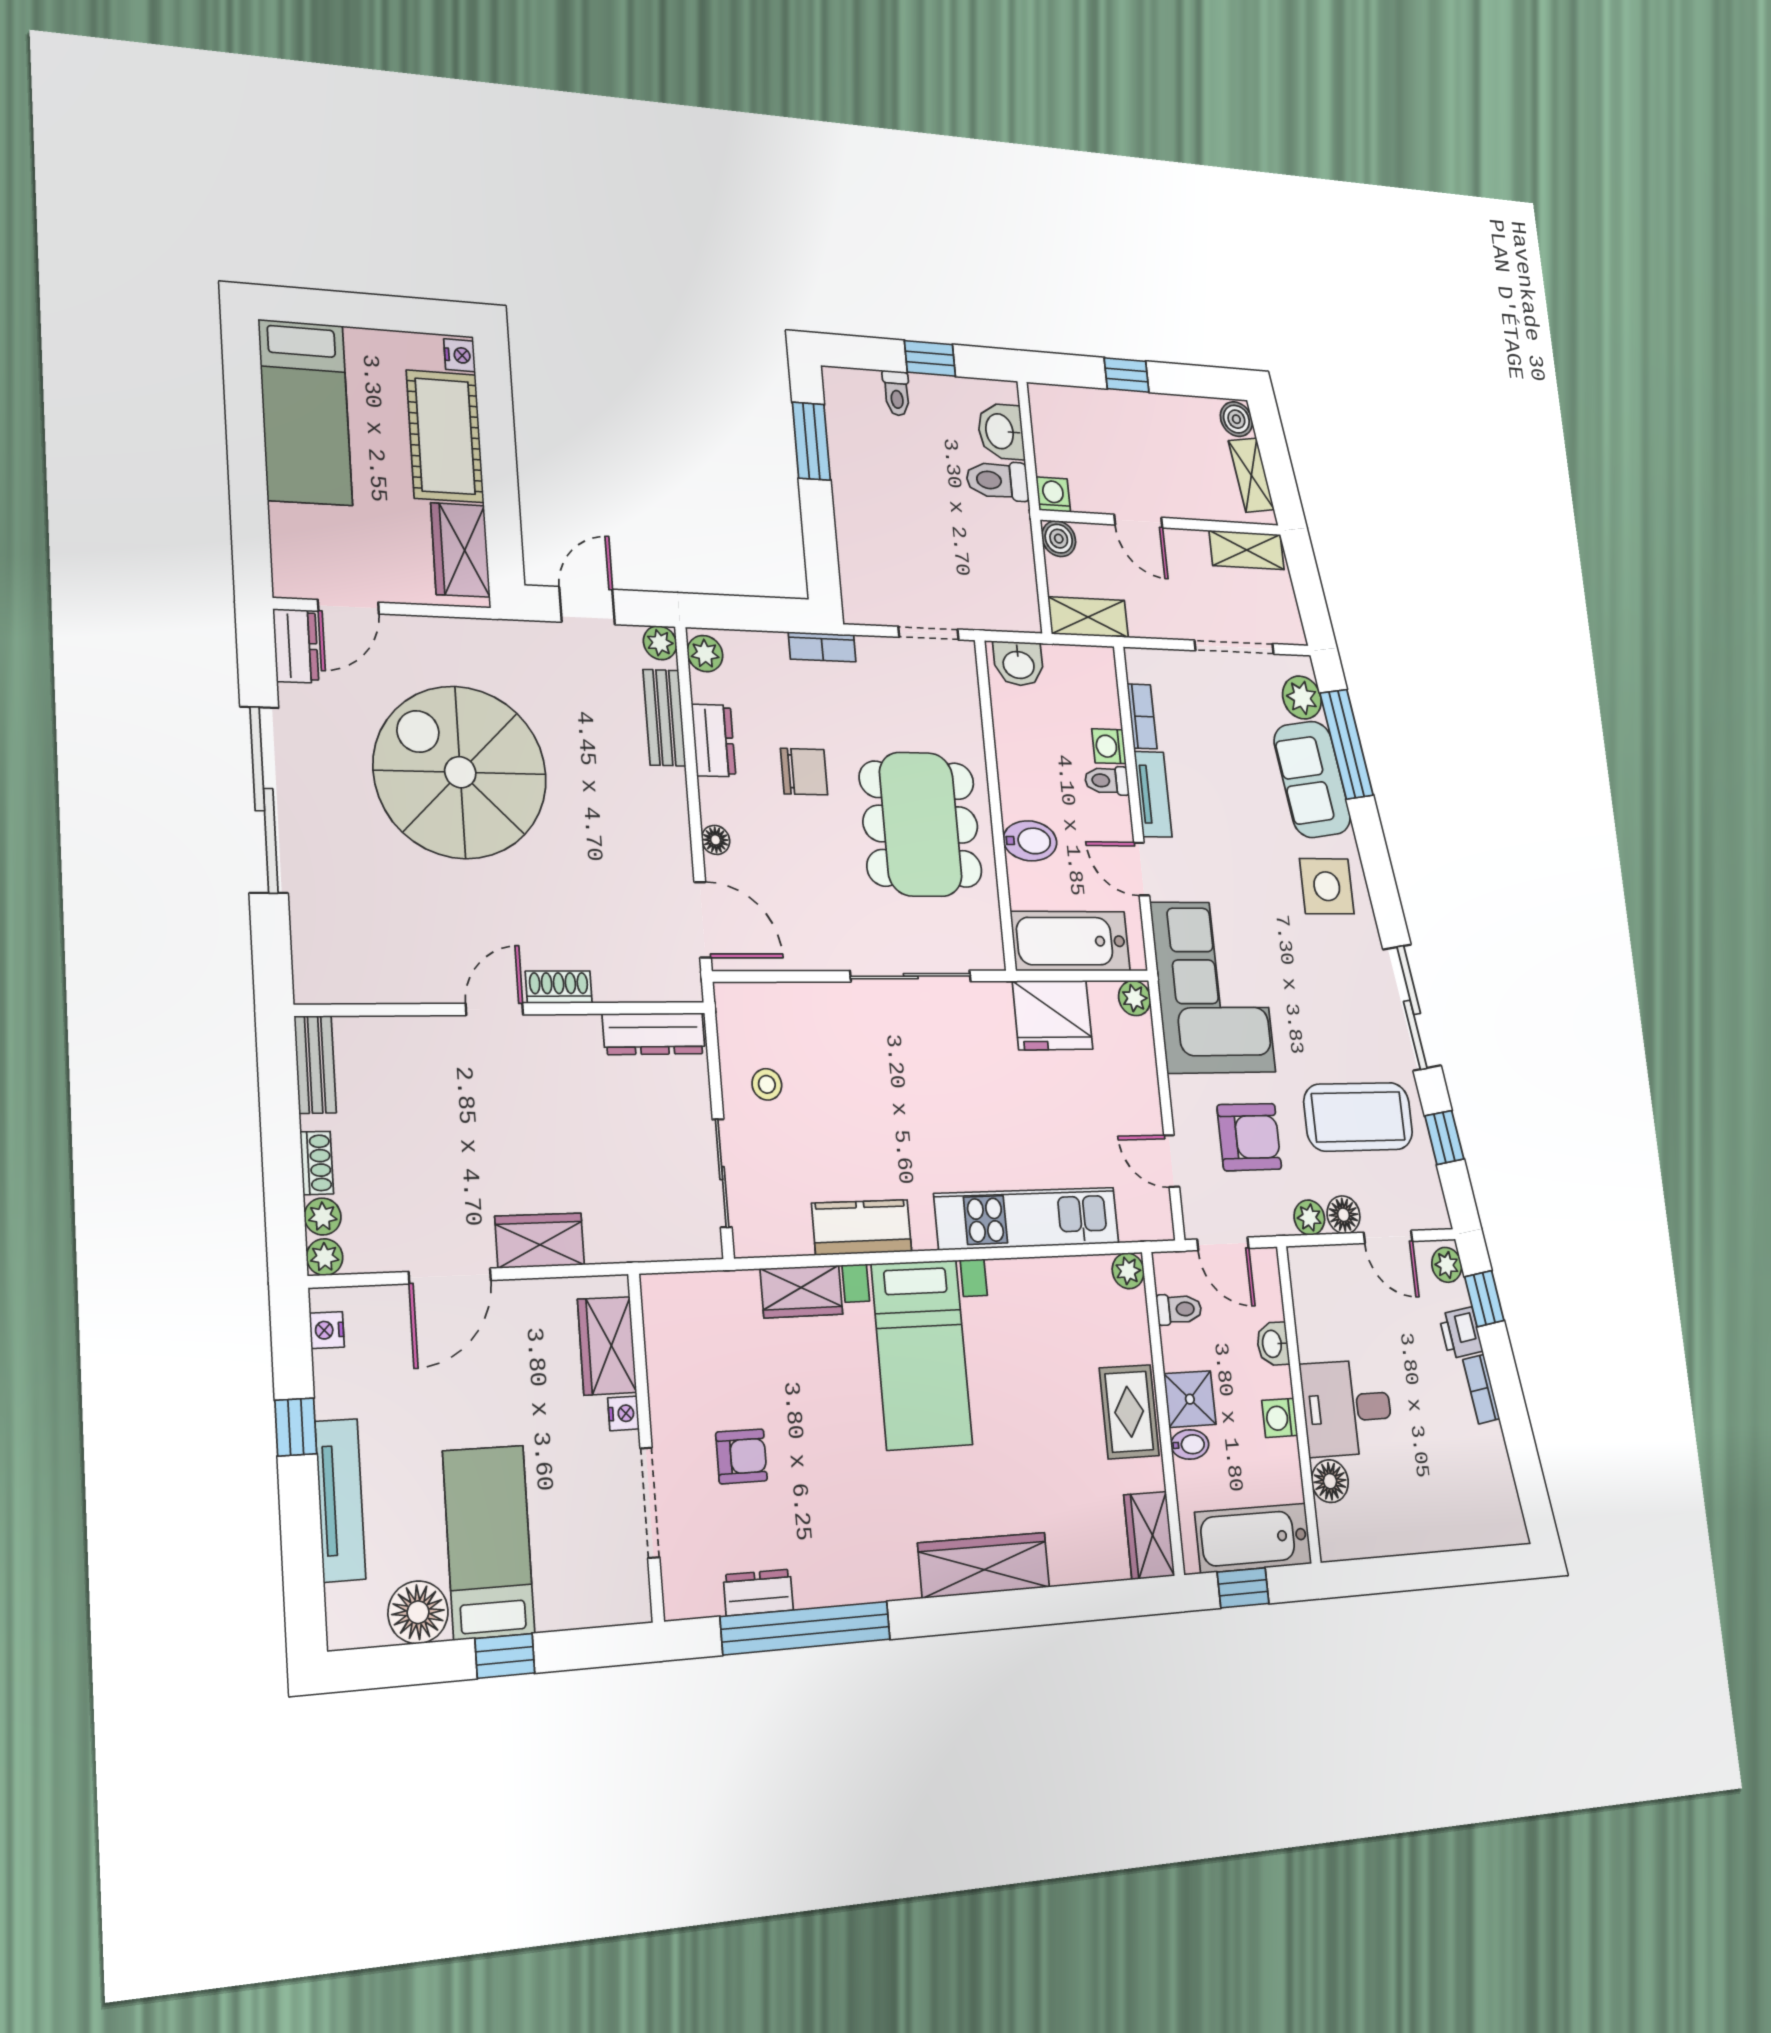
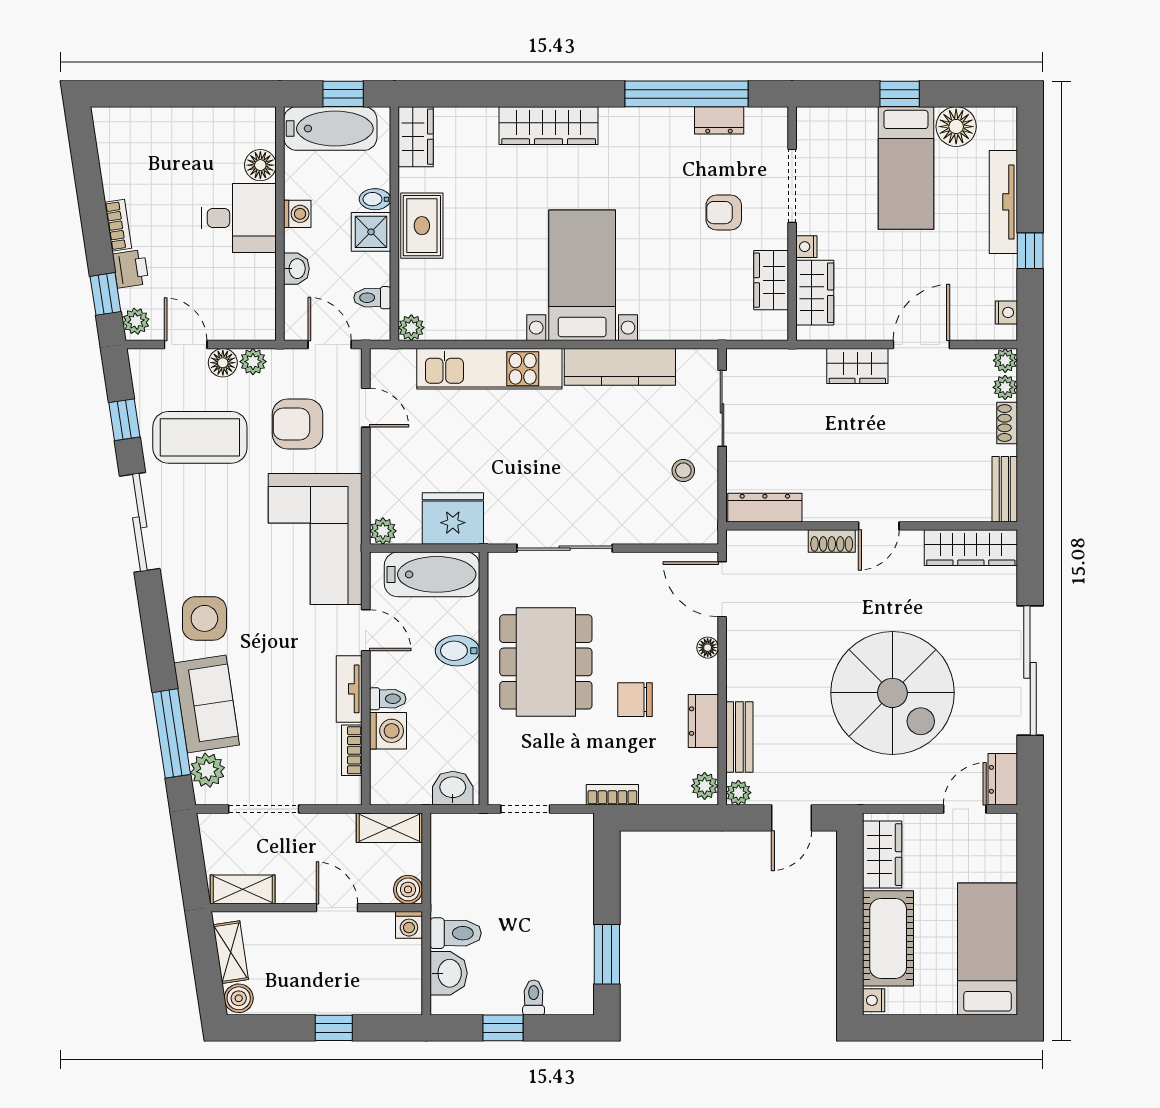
washing machine: (1109, 746) -> (388, 731), width x1.38, depth x1.38
wardrobe: (360, 978) -> (971, 548), added
kitchen counter: (862, 1227) -> (620, 367), width x1.50
wardrobe: (801, 1291) -> (771, 280), moved, turned -90

